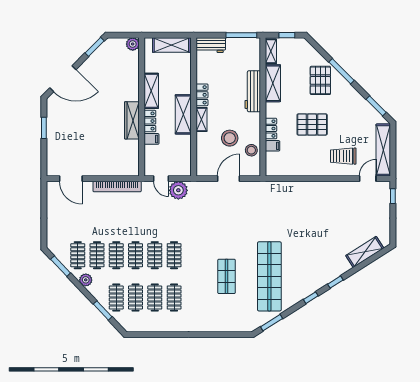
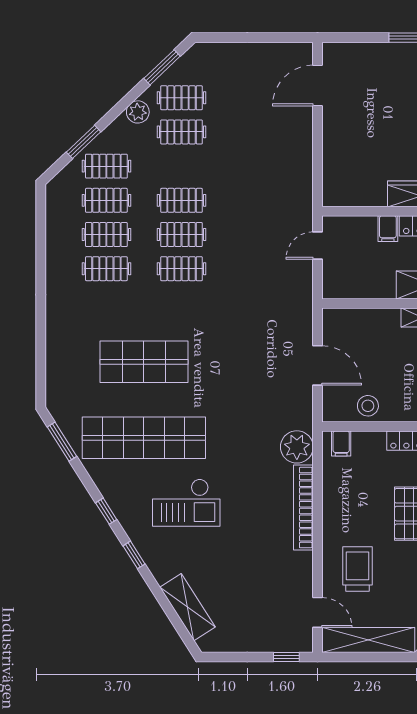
stool: (230, 138) -> (389, 367), removed
filing cabinet: (273, 146) -> (341, 443), moved
bookcase: (117, 187) -> (303, 508), moved
plant: (178, 190) -> (297, 447), moved
checkout: (306, 253) -> (186, 503), added
clothes rail: (116, 255) -> (182, 166), removed
shop shelf: (227, 276) -> (144, 362), width x1.43, depth x1.36

